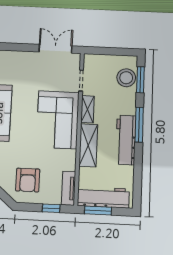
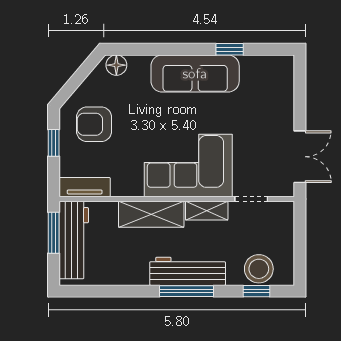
window: (140, 80) -> (257, 291), width x0.67
workbench: (126, 140) -> (188, 271), moved
window: (51, 208) -> (54, 143), moved

